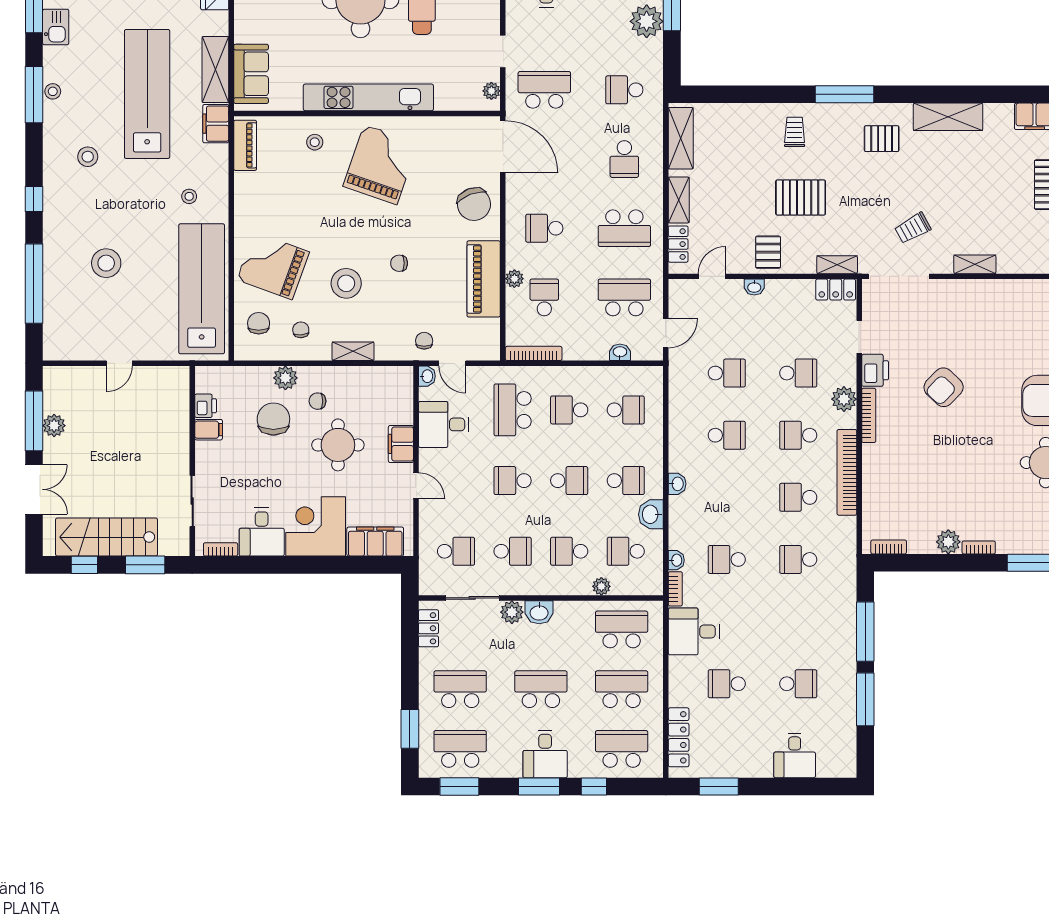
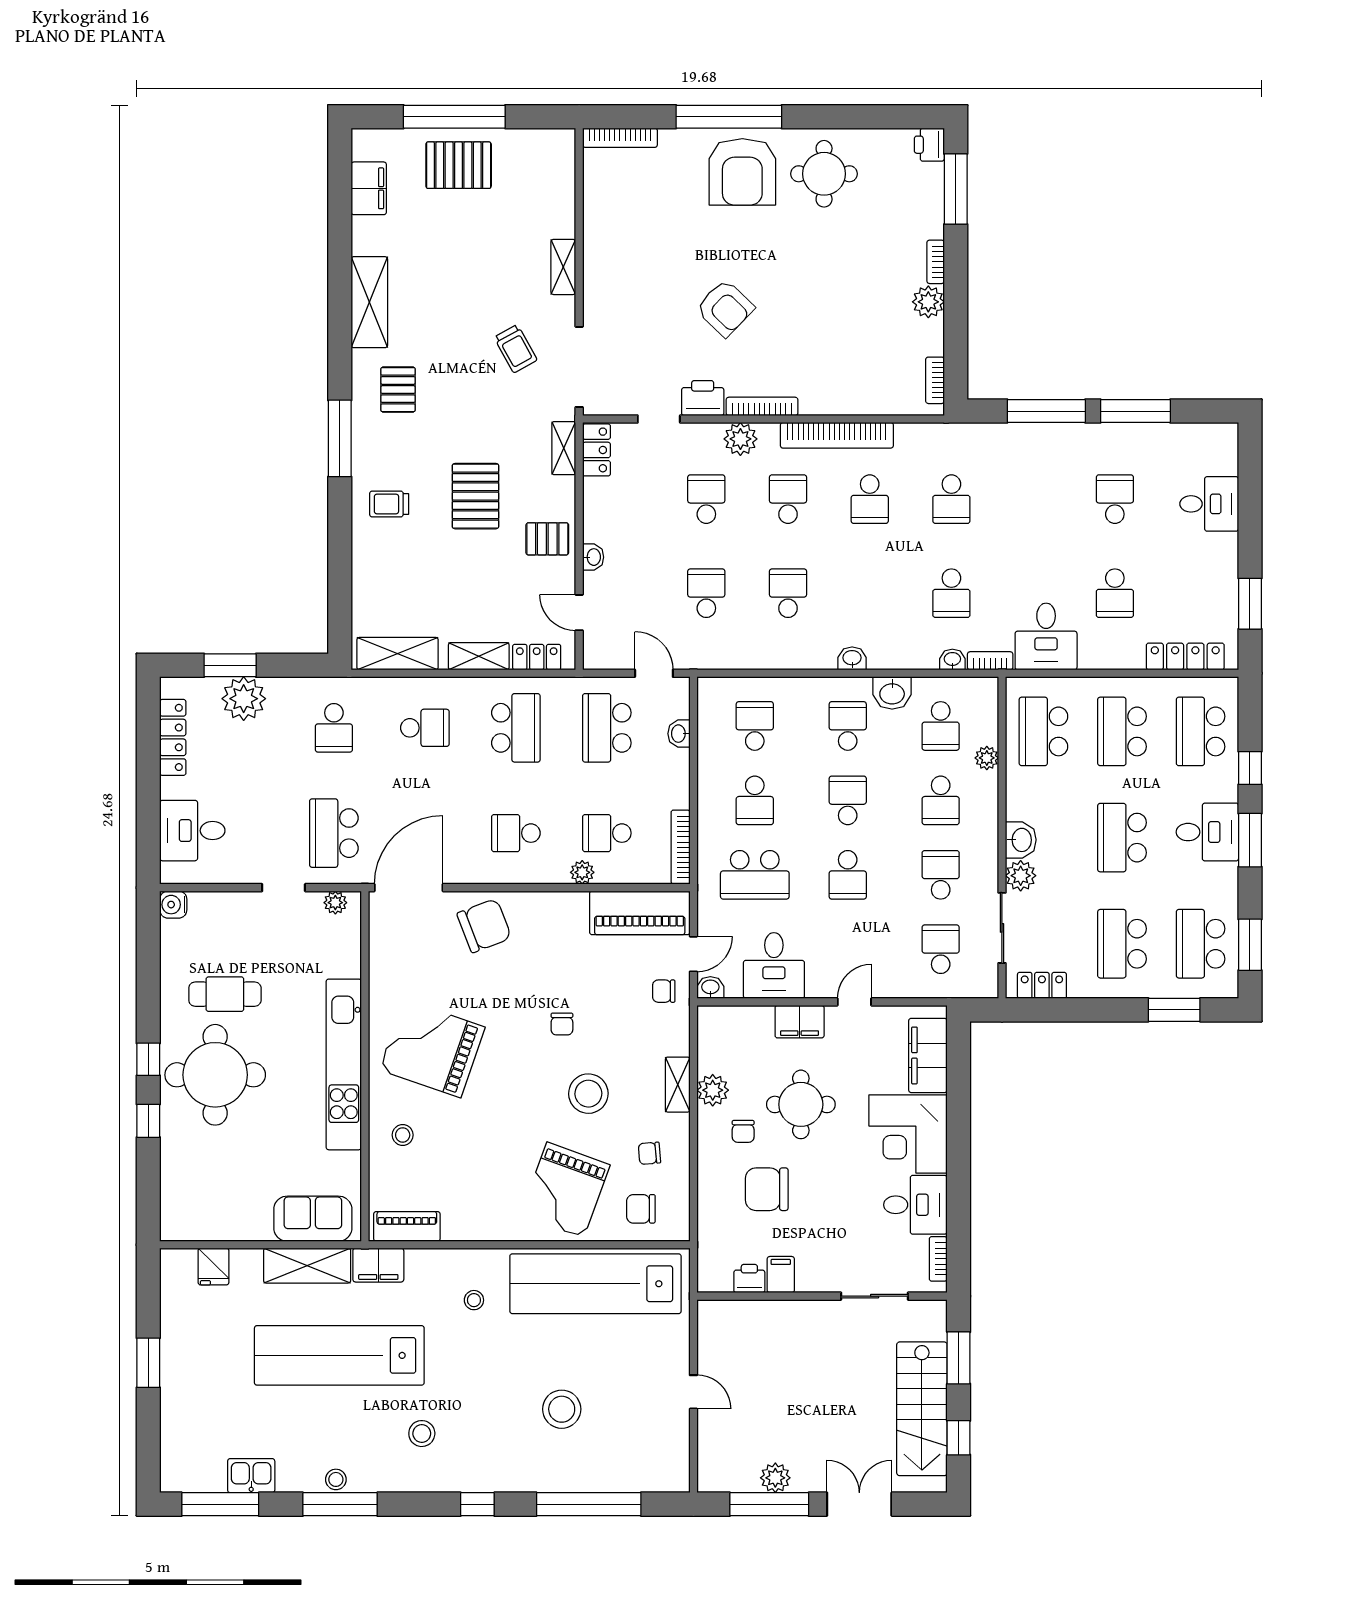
school desk: (544, 228) -> (516, 833), turned 90
piano: (484, 279) -> (640, 913), moved
plant: (285, 378) -> (713, 1090), moved
school desk: (798, 435) -> (788, 499), turned 180

